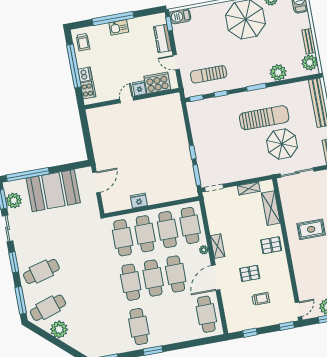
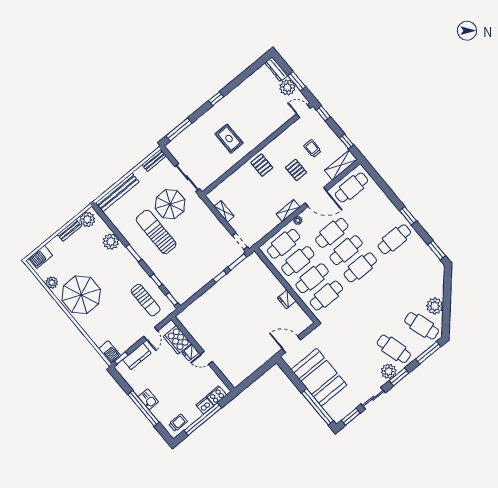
plant: (14, 201) -> (389, 371), moved
shelving: (271, 208) -> (341, 165), moved

